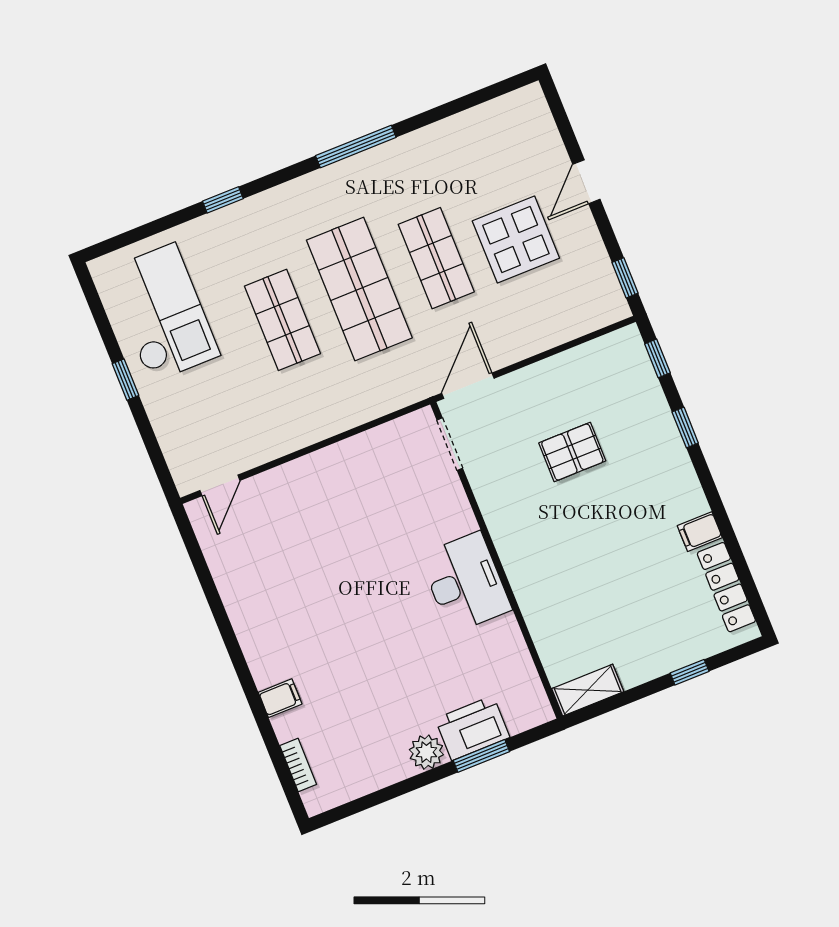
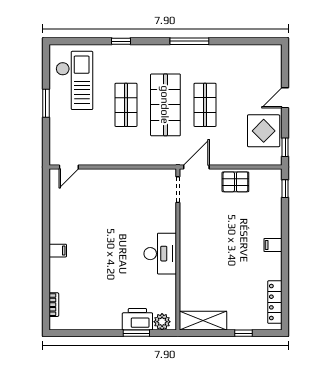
display table: (516, 240) -> (264, 131), moved
window: (125, 380) -> (46, 103), width x1.50
window: (685, 427) -> (285, 224), removed
pallet: (572, 452) -> (235, 182), moved
filing cabinet: (700, 532) -> (273, 245), moved
shelving: (588, 690) -> (203, 321), width x1.50, depth x1.33
filing cabinet: (280, 698) -> (58, 251), moved
plant: (426, 752) -> (162, 322), moved

